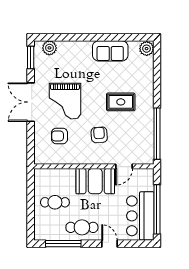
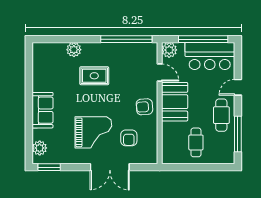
plant: (147, 49) -> (74, 50), moved
sofa: (110, 51) -> (43, 110), moved
double door: (31, 102) -> (110, 167), moved
rug: (121, 102) -> (94, 76), turned 90
armchair: (99, 135) -> (144, 107), moved
plant: (146, 176) -> (169, 50), added

